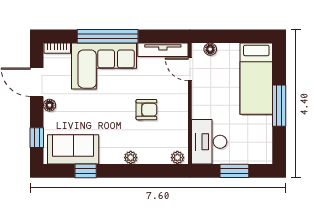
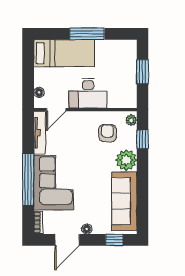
armchair: (146, 110) -> (107, 133), moved
desk: (209, 142) -> (88, 93), moved
sofa: (73, 149) -> (124, 201), width x1.36
plant: (131, 158) -> (126, 160), width x1.87, depth x1.87
window: (86, 171) -> (142, 139), moved

